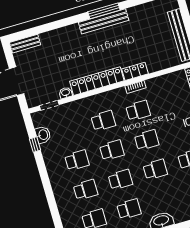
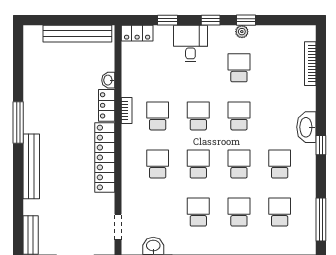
bench: (104, 21) -> (31, 166), moved
washbasin: (66, 93) -> (108, 80), moved

